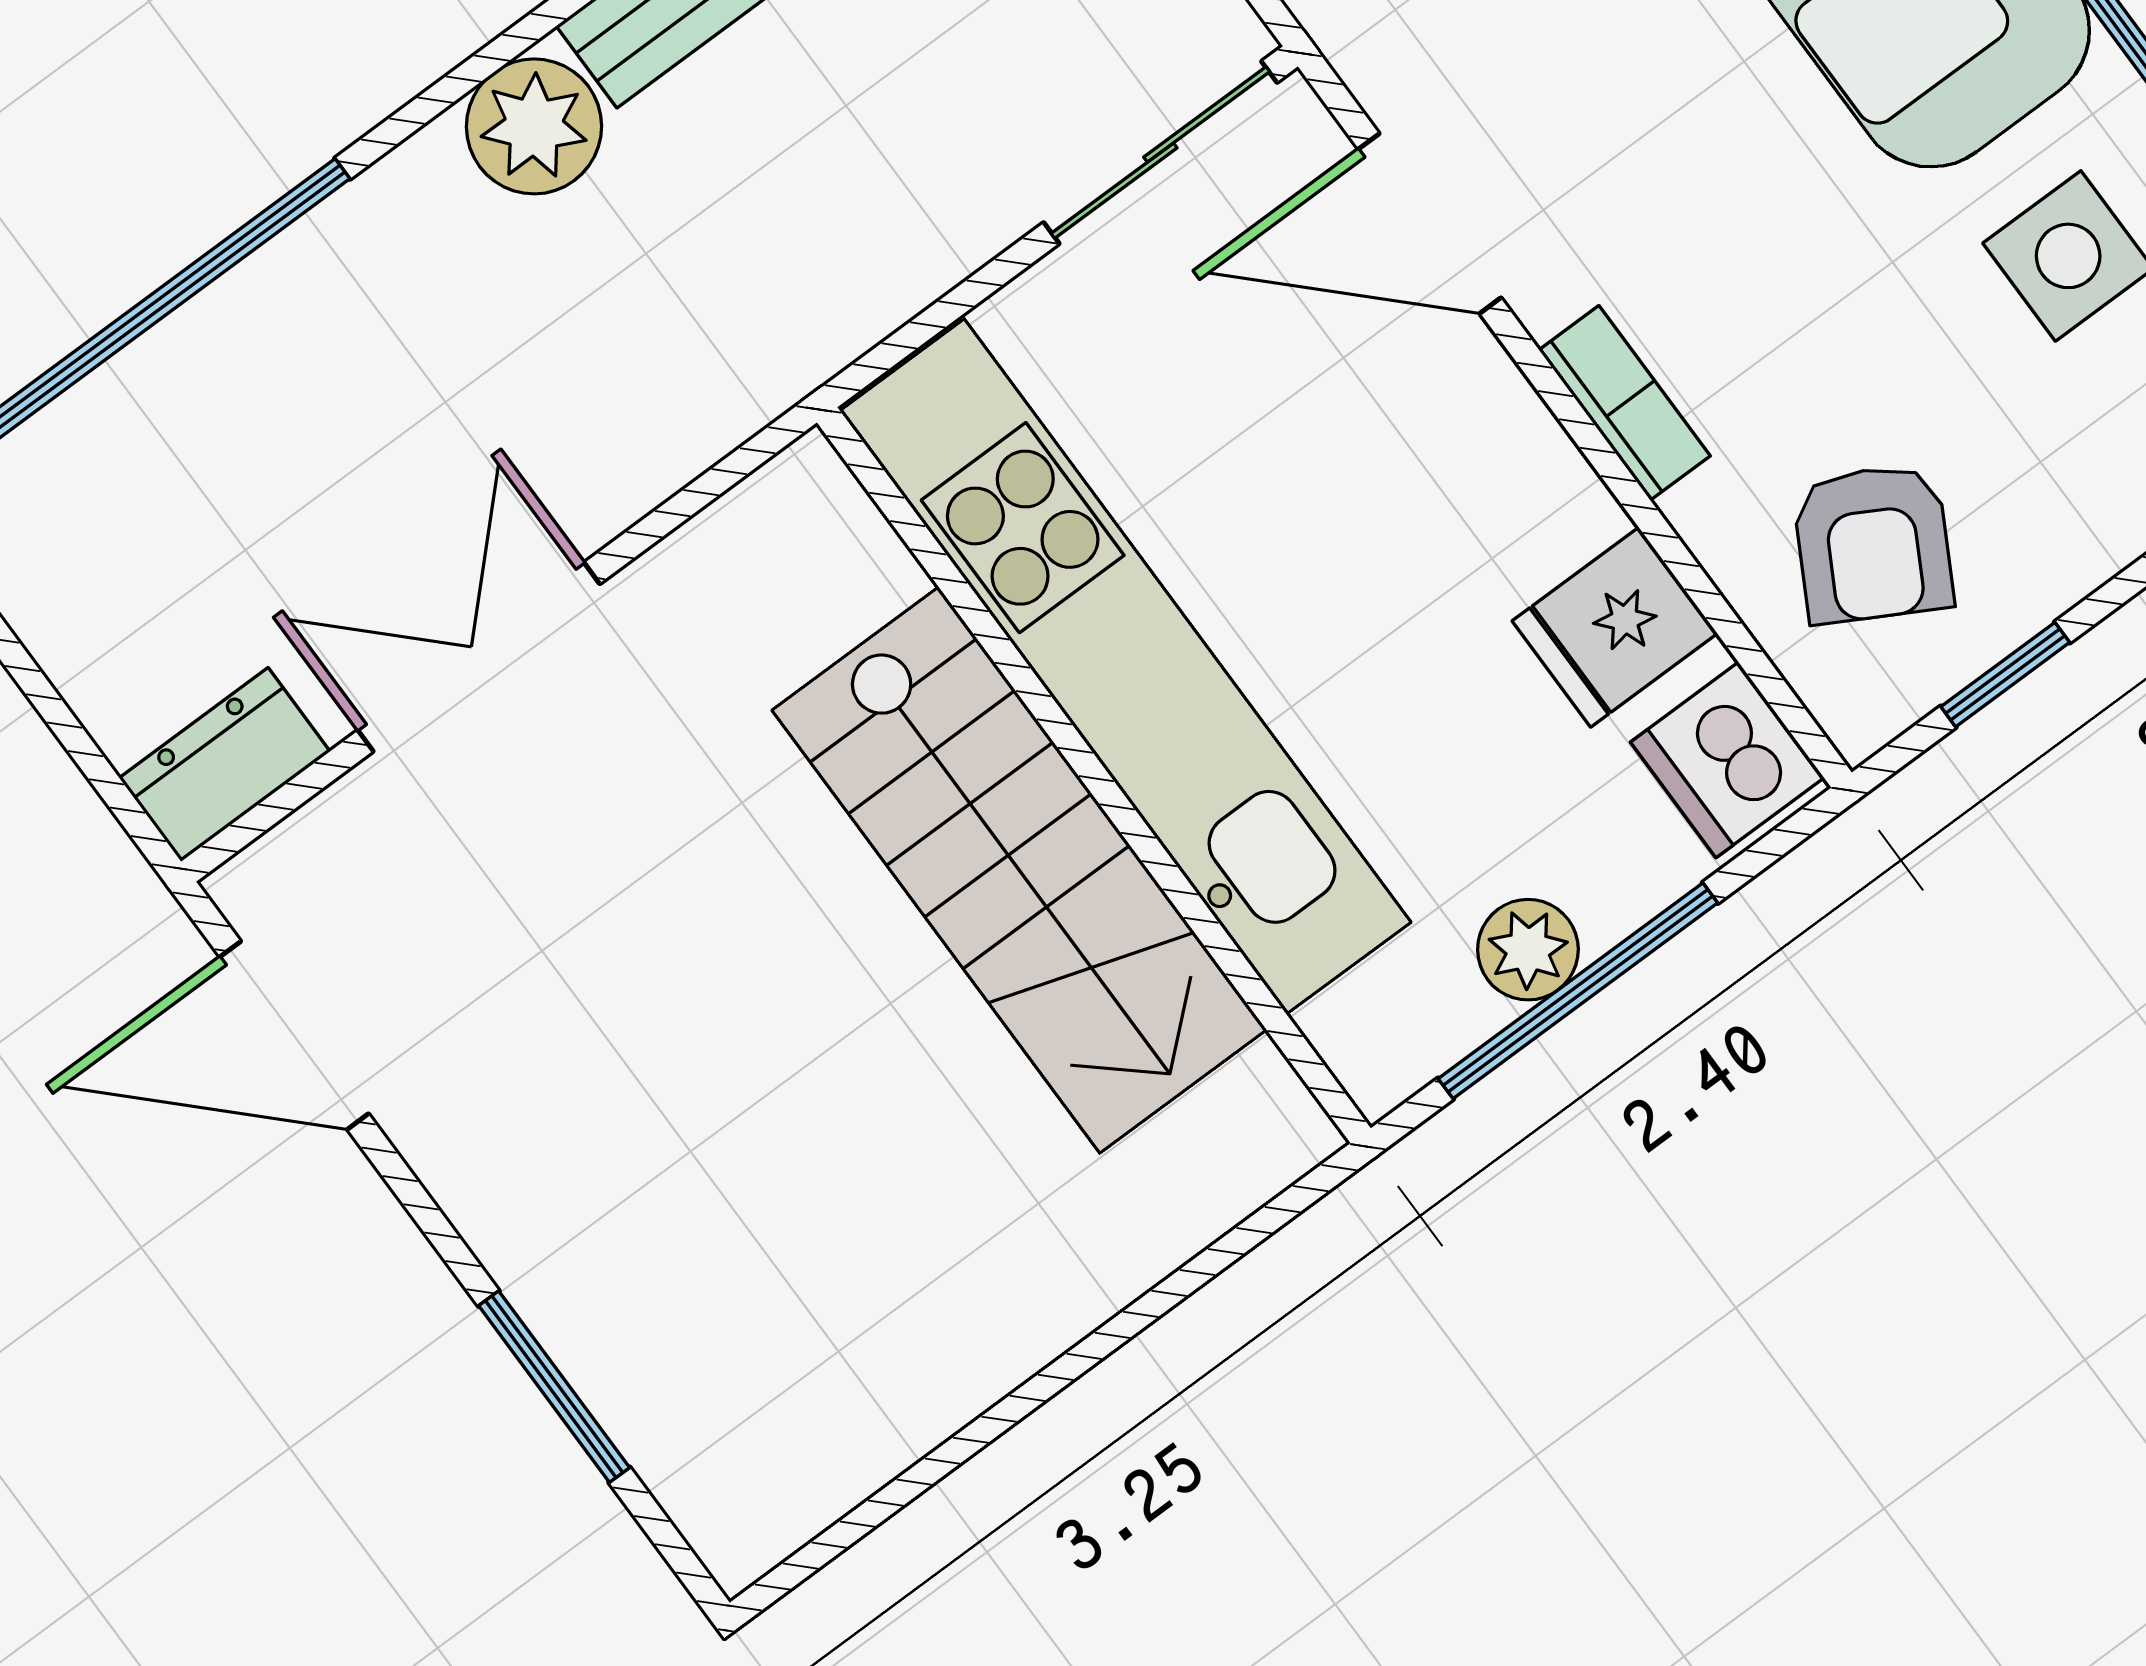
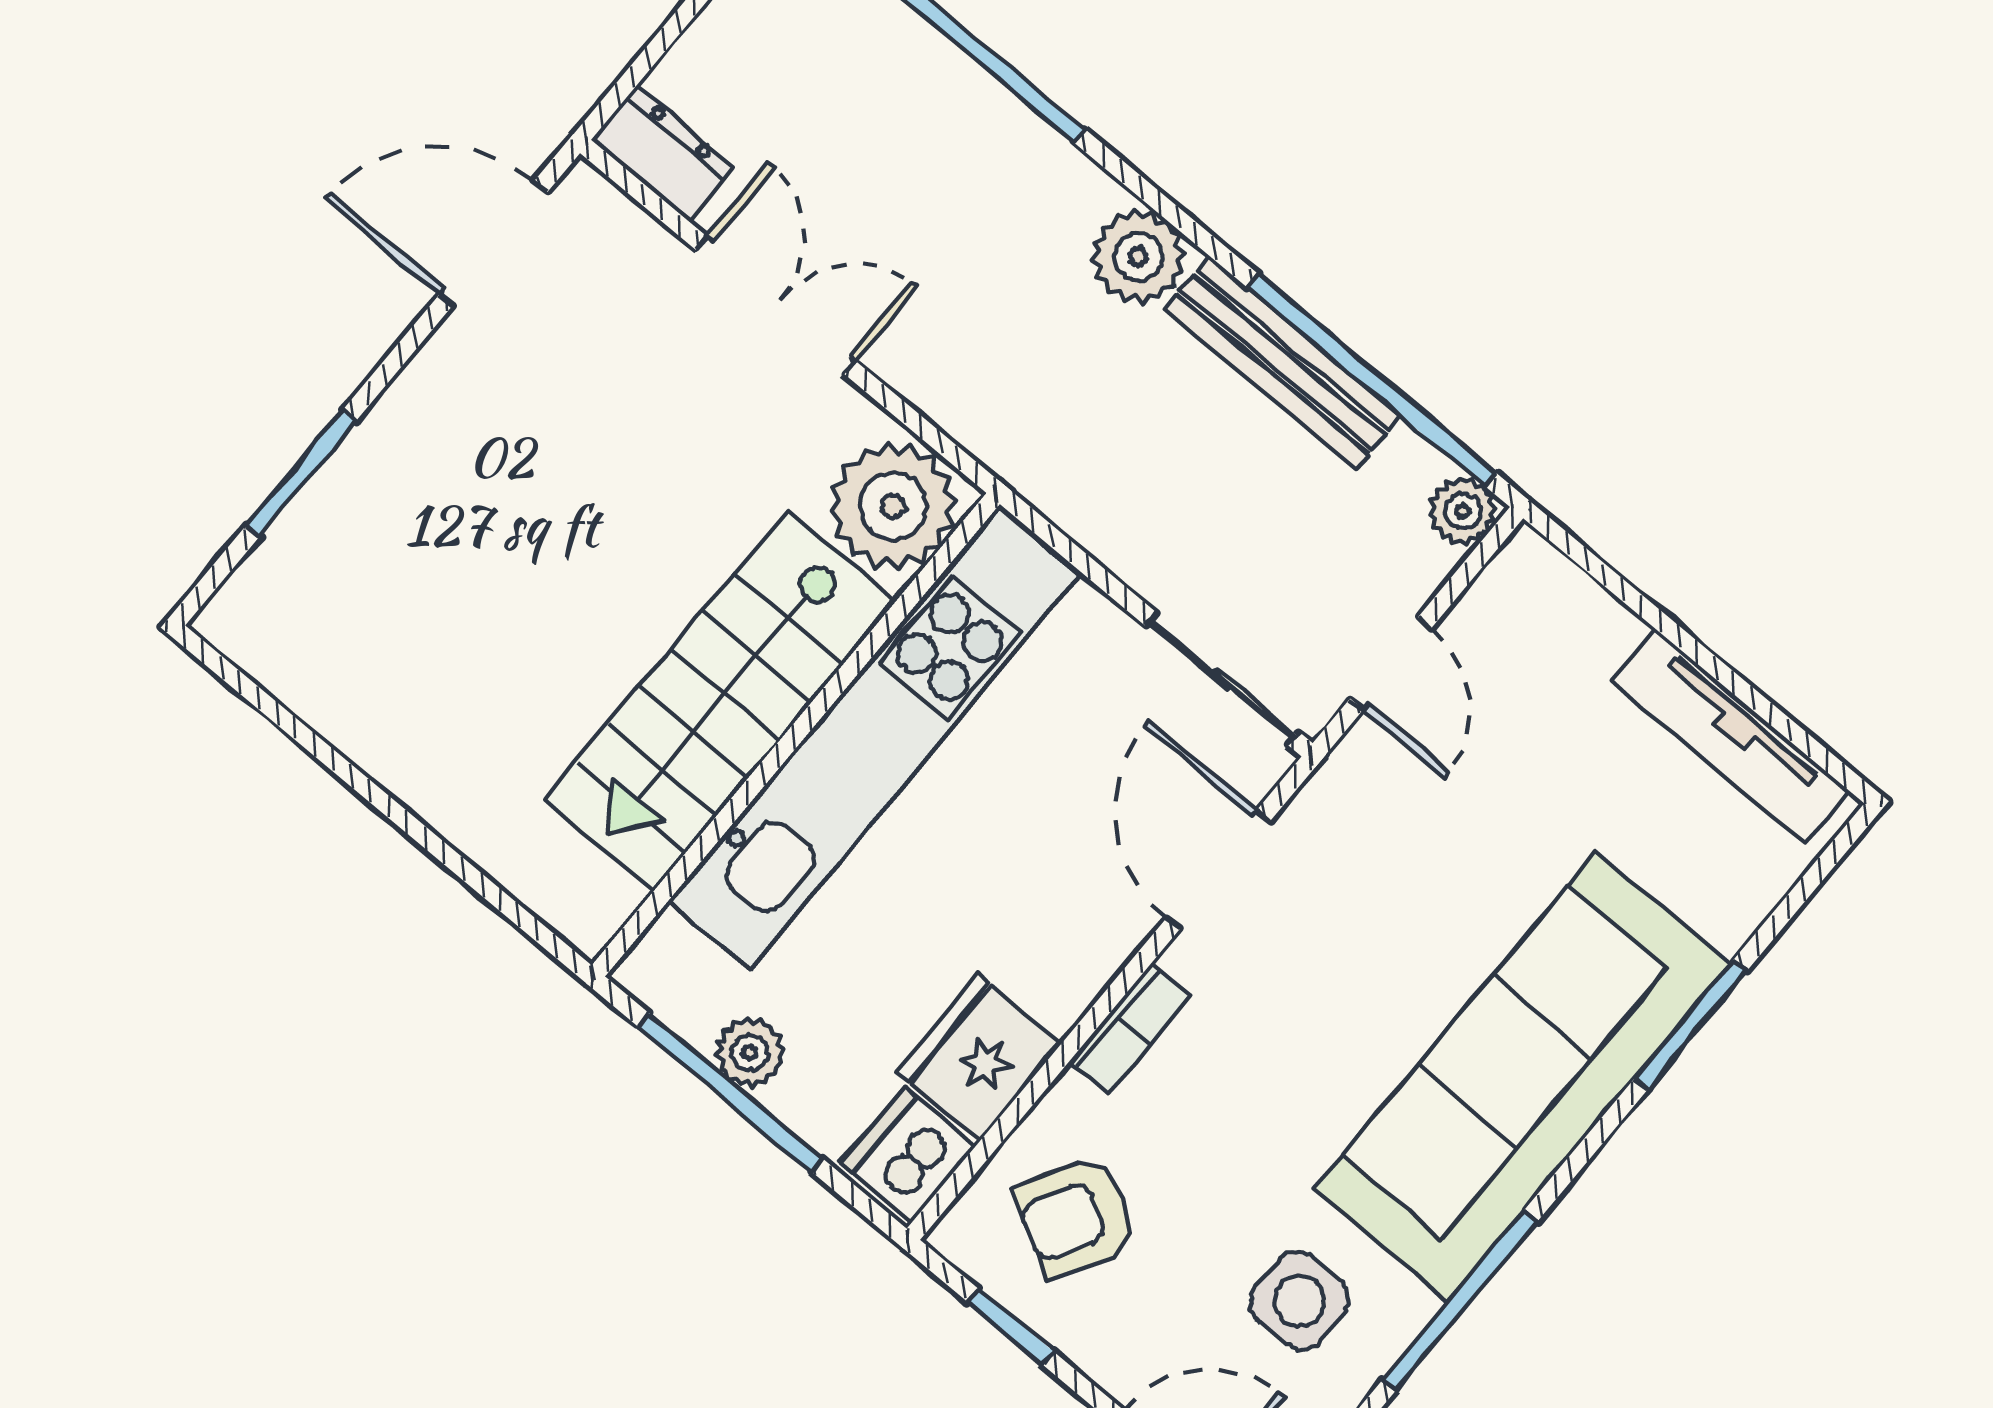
plant: (803, 559) -> (893, 506), added
fridge: (1615, 627) -> (979, 1058), width x1.38
door: (294, 1035) -> (493, 243), hinge flipped

